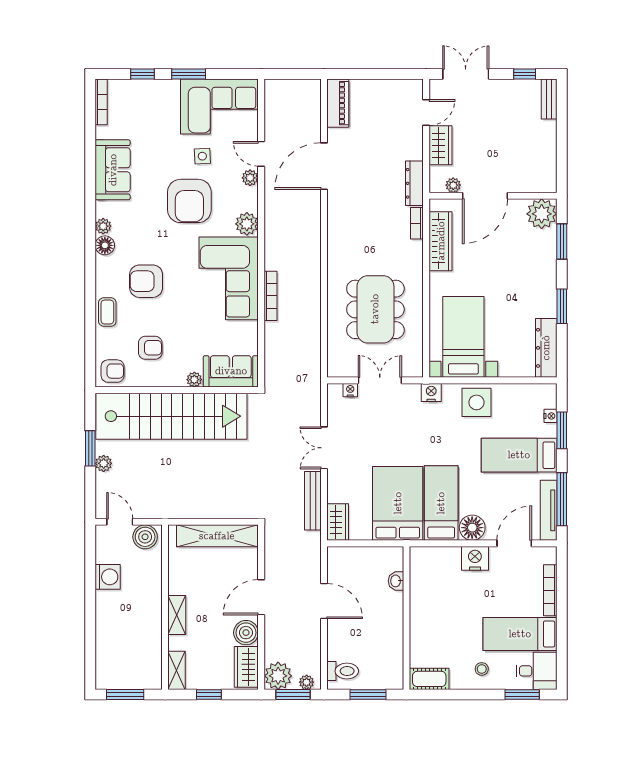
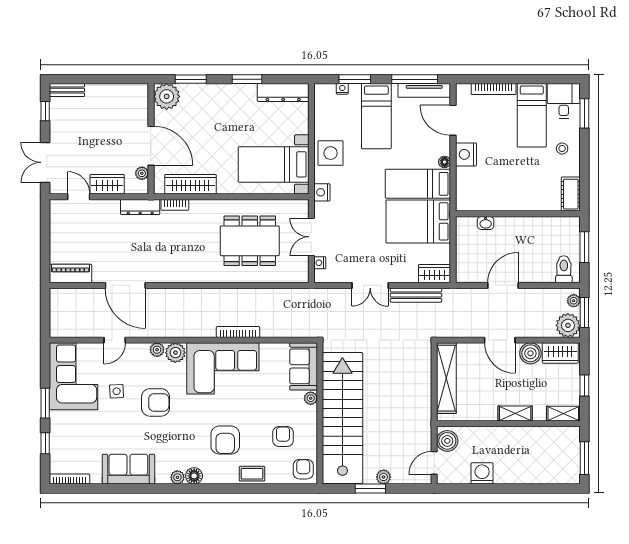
plant: (250, 178) -> (157, 350), moved
armchair: (189, 201) -> (155, 402), width x0.73, depth x0.73
floor lamp: (472, 528) -> (445, 162), width x0.53, depth x0.53

